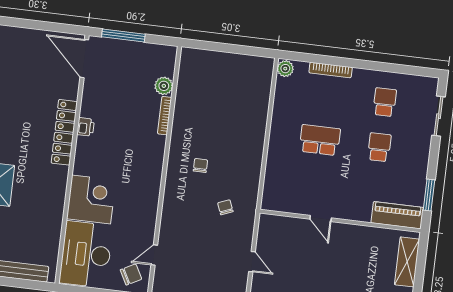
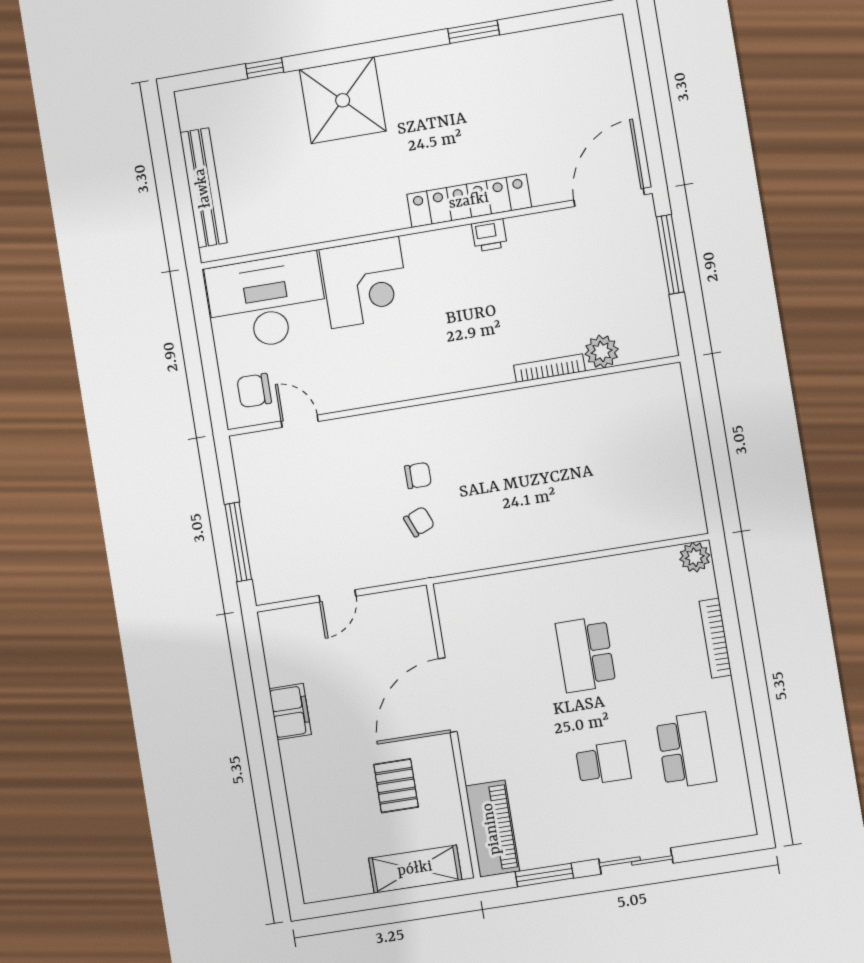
school desk: (385, 102) -> (686, 750), width x1.85
sliding door: (438, 116) -> (636, 861), moved
school desk: (320, 140) -> (586, 654), turned 180
chair: (200, 165) -> (418, 476), moved
door: (321, 219) -> (448, 695), width x1.88
pallet: (361, 259) -> (396, 786), added
chair: (131, 275) -> (254, 391), turned 118

